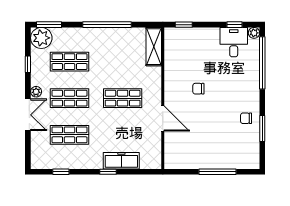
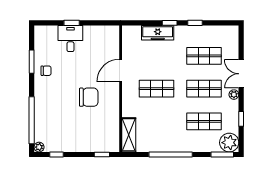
desk: (234, 42) -> (70, 39), moved, turned 180
chair: (198, 89) -> (89, 97), width x1.87, depth x1.87
door: (163, 118) -> (121, 71), hinge flipped
window: (61, 172) -> (195, 23), moved
window: (218, 172) -> (72, 23), width x0.46

